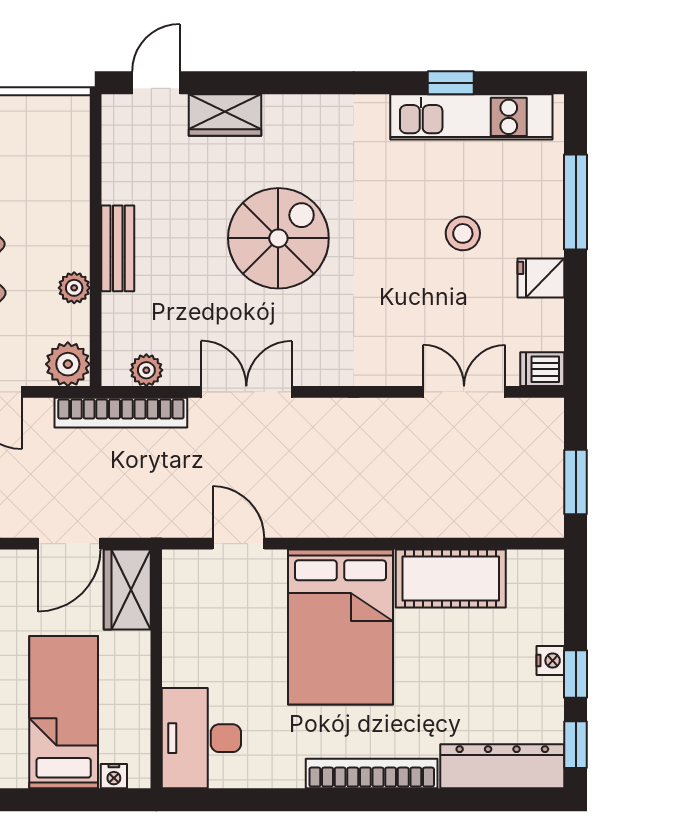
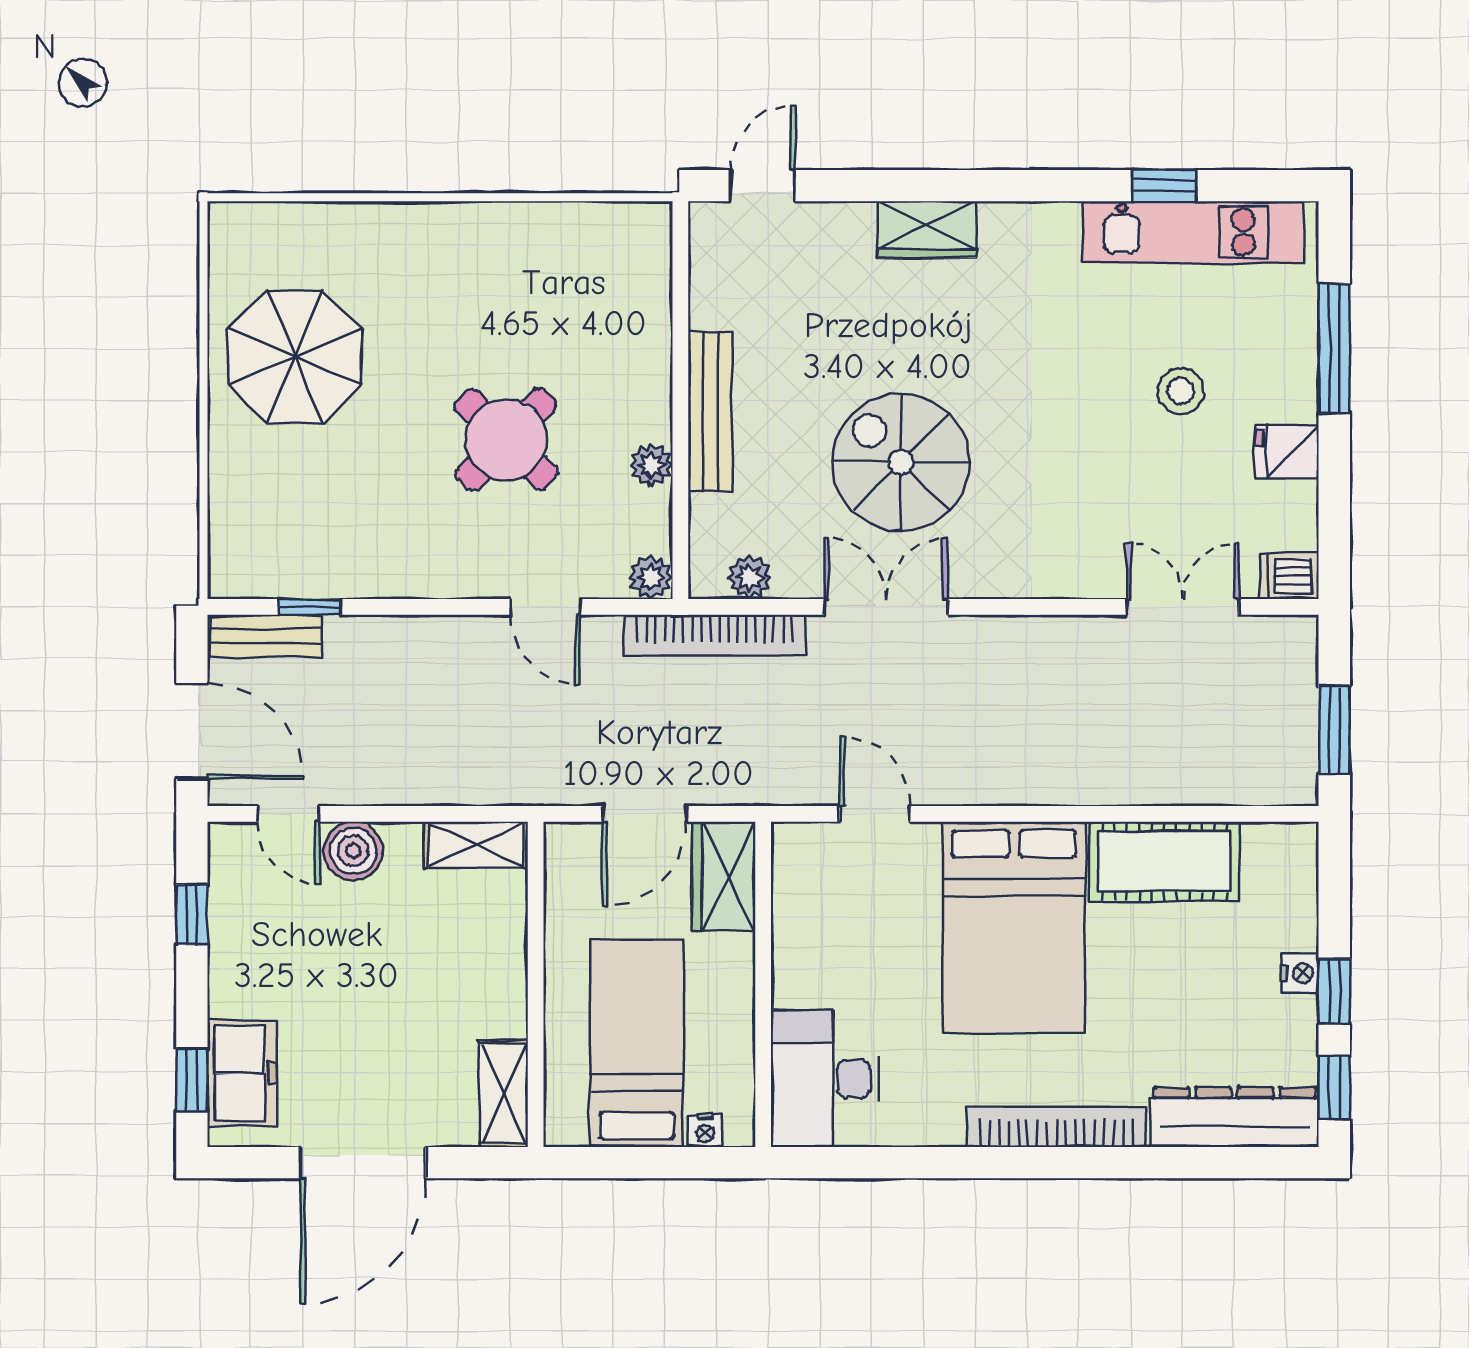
wardrobe: (225, 115) -> (927, 230), moved
spiral stairs: (278, 238) -> (901, 462), moved, turned -90
bench: (118, 248) -> (710, 411), width x1.36
plant: (68, 364) -> (651, 577), width x0.73, depth x0.73

